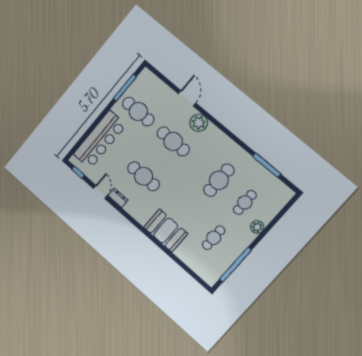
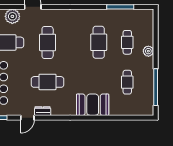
plant: (199, 123) -> (12, 16), moved
cafe table: (173, 141) -> (48, 42), turned 90
door: (100, 192) -> (27, 118), swing flipped

